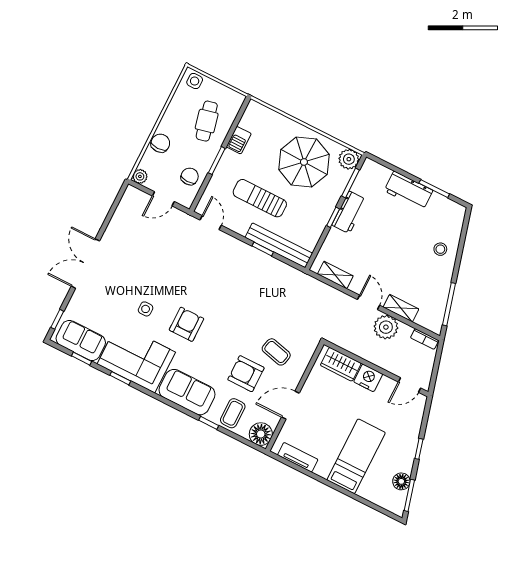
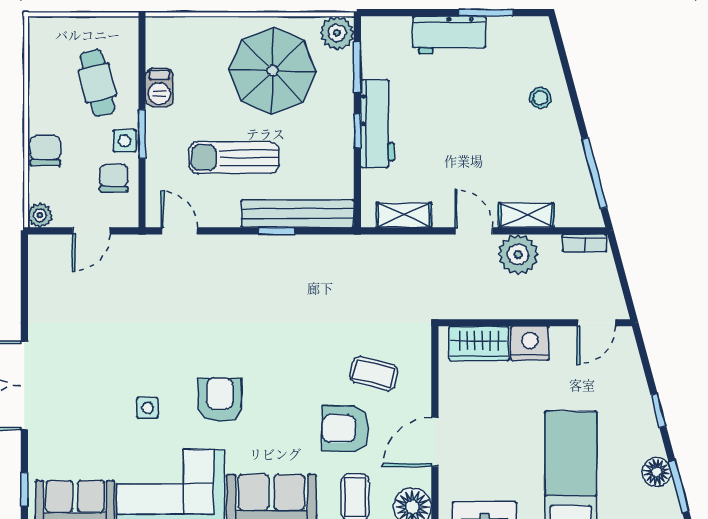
side table: (195, 81) -> (124, 141), moved
workbench: (349, 212) -> (377, 124), width x1.37

